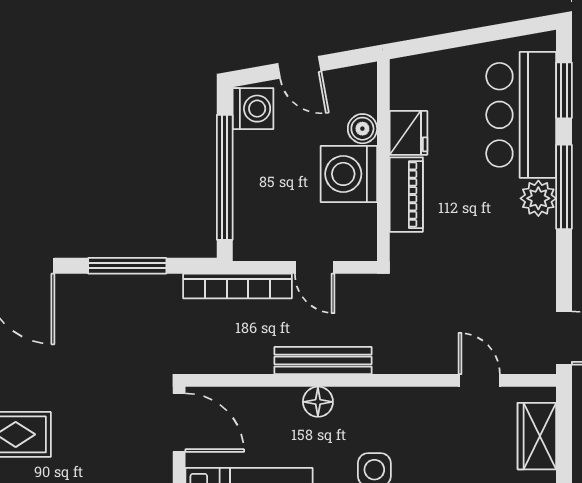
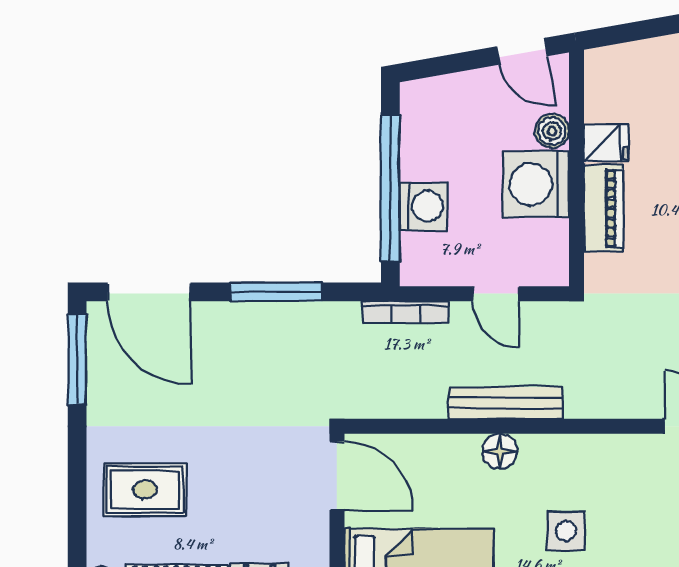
door: (299, 67) -> (522, 51), moved
washing machine: (253, 109) -> (424, 206), moved
fridge: (408, 133) -> (606, 143), width x0.72
bookcase: (237, 286) -> (405, 312), width x0.68, depth x0.76

